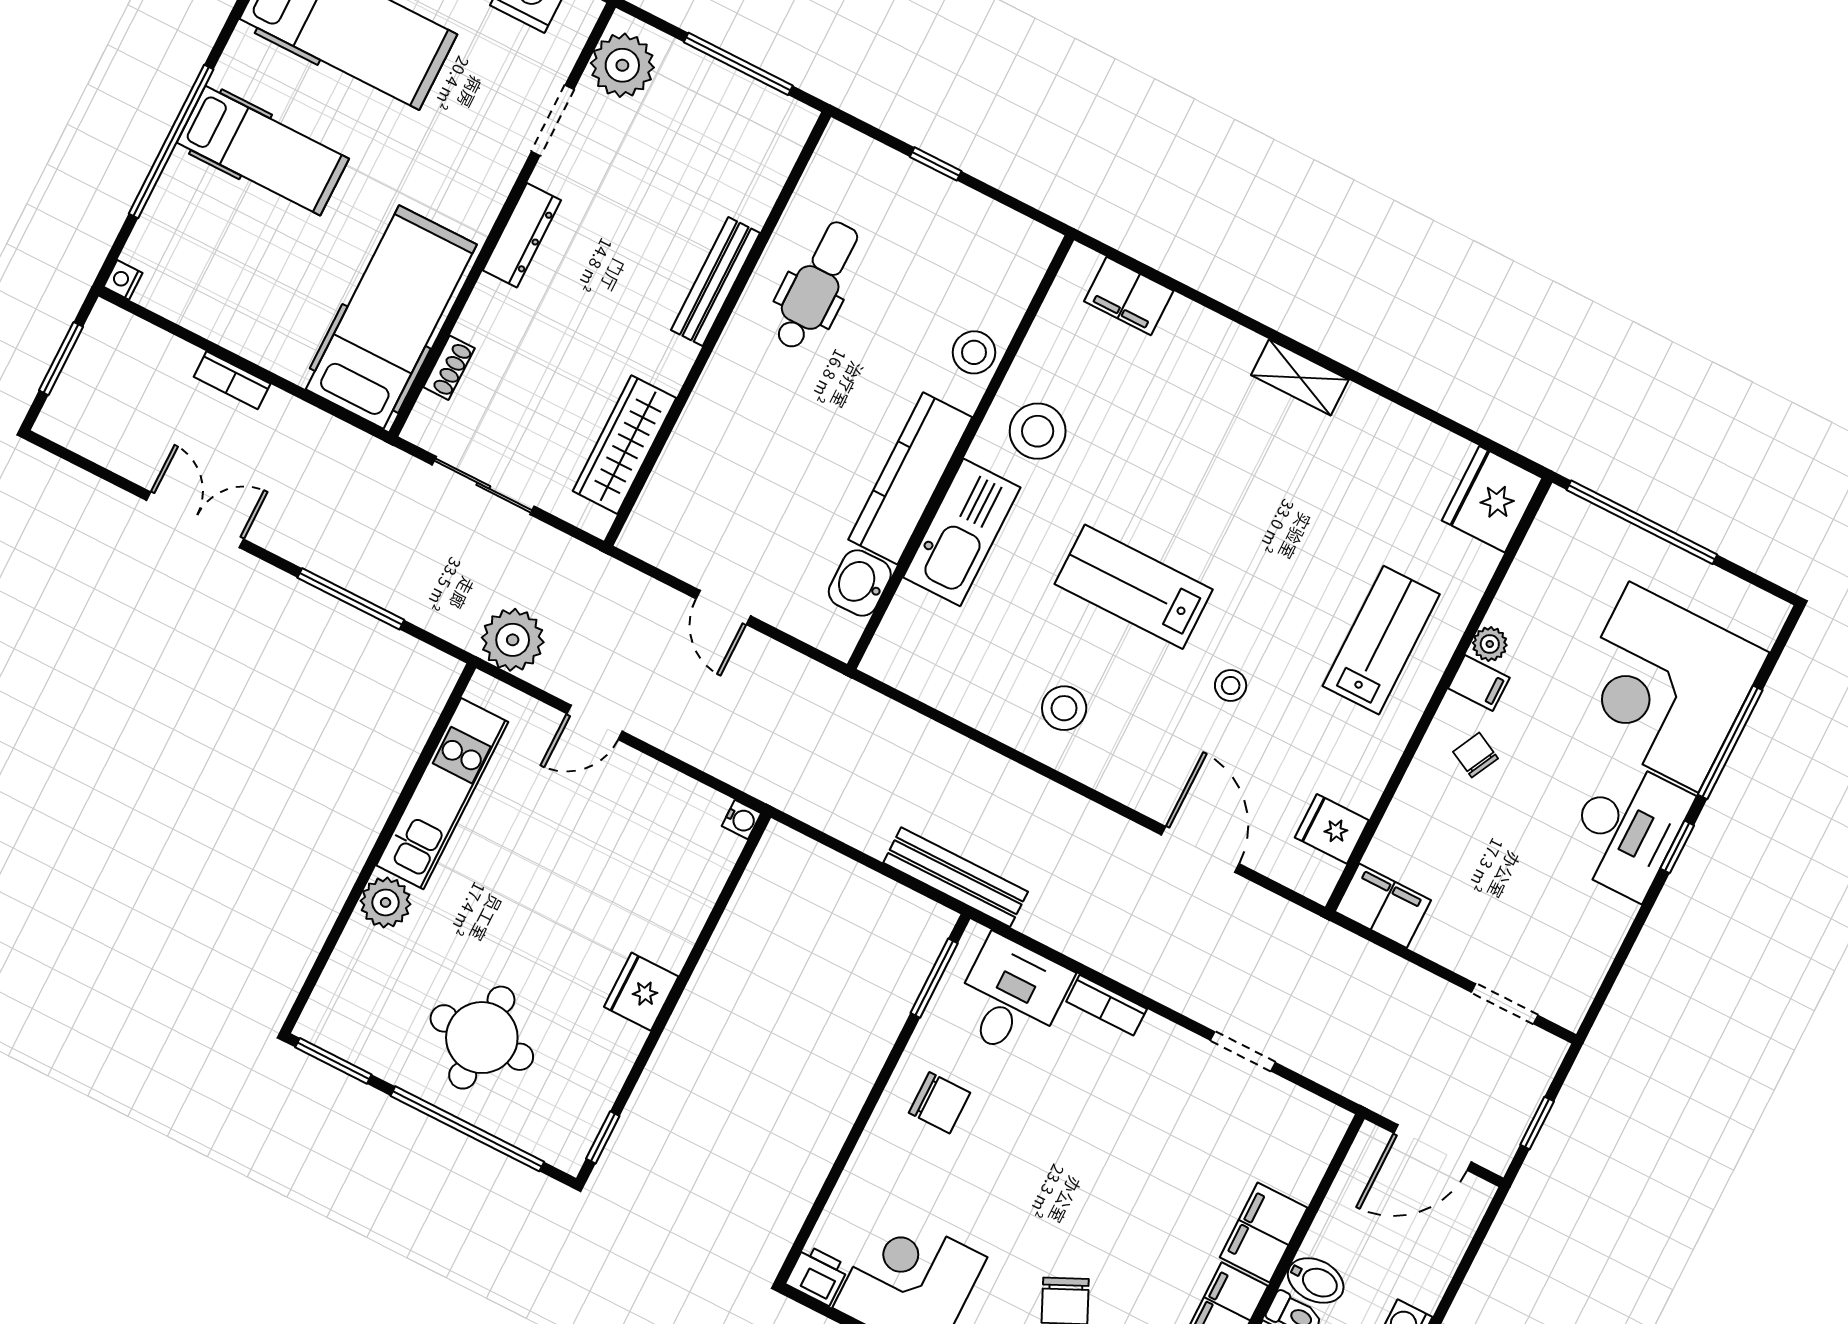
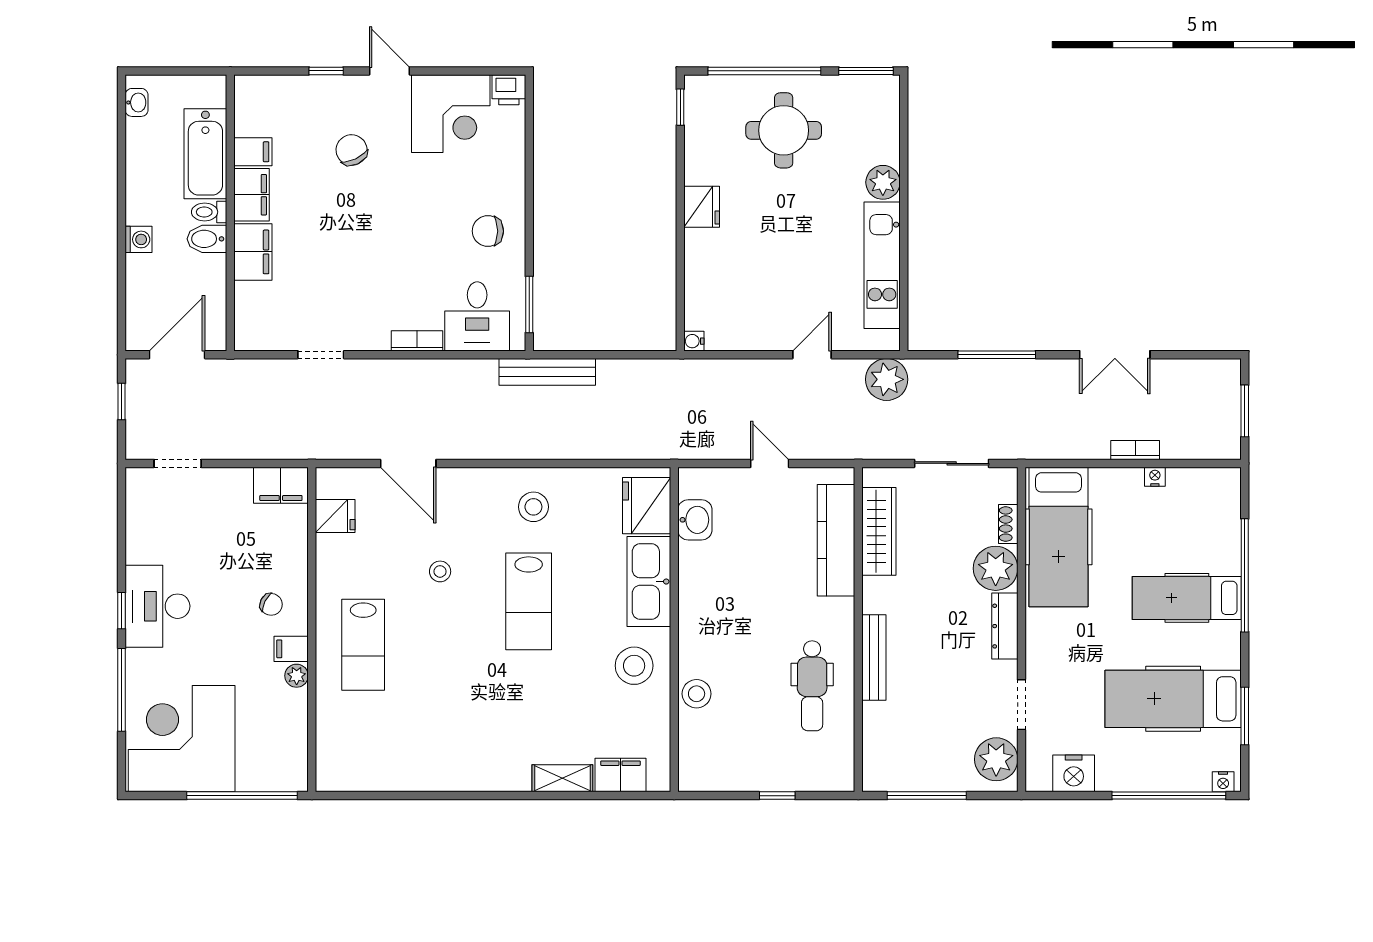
nightstand: (123, 280) -> (1155, 477), moved, turned -90
plant: (495, 318) -> (996, 568), added
shelving: (1300, 377) -> (562, 778), moved
kitchen counter: (910, 478) -> (836, 540), moved, turned 180
fridge: (1492, 499) -> (647, 506), moved, turned 180
lab bench: (1134, 587) -> (529, 601), turned 90
corner desk: (1664, 687) -> (182, 739), moved, turned -90

